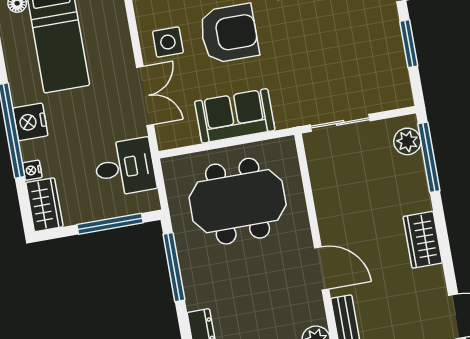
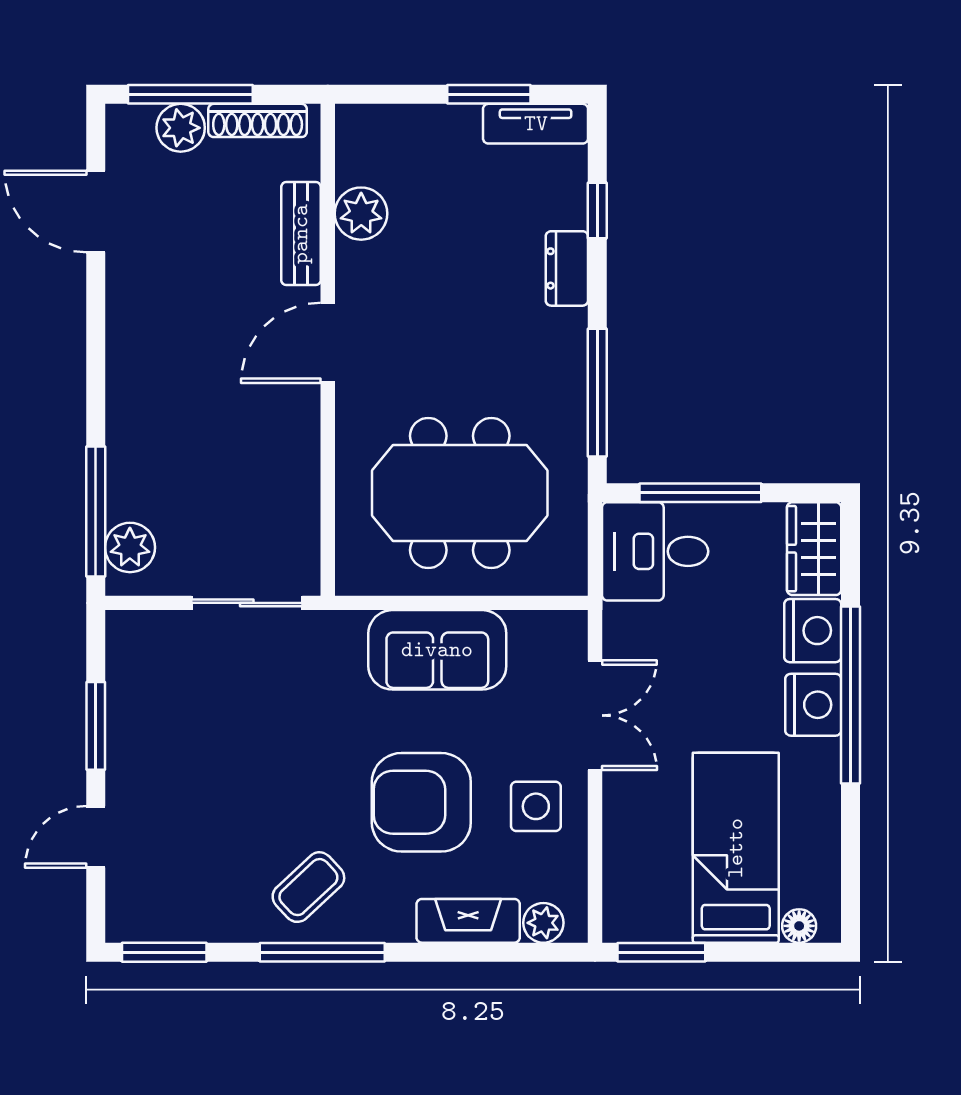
double door: (145, 96) -> (595, 715), swing flipped
desk: (125, 167) -> (655, 551), moved
nightstand: (32, 170) -> (813, 631), width x1.89, depth x1.79
wardrobe: (423, 240) -> (134, 363), removed
door: (322, 268) -> (328, 343), hinge flipped

